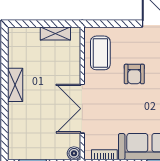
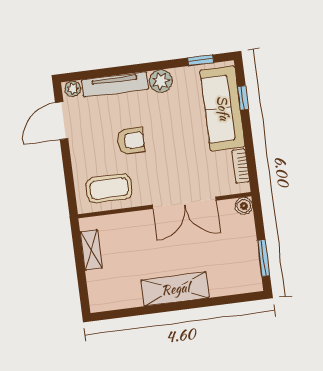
shelving: (15, 85) -> (175, 289), width x1.50, depth x1.33

